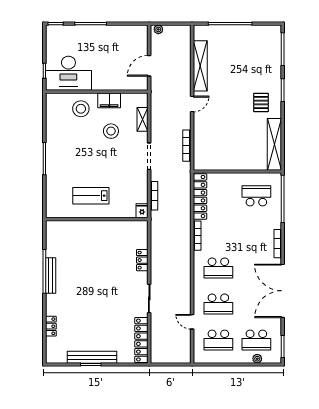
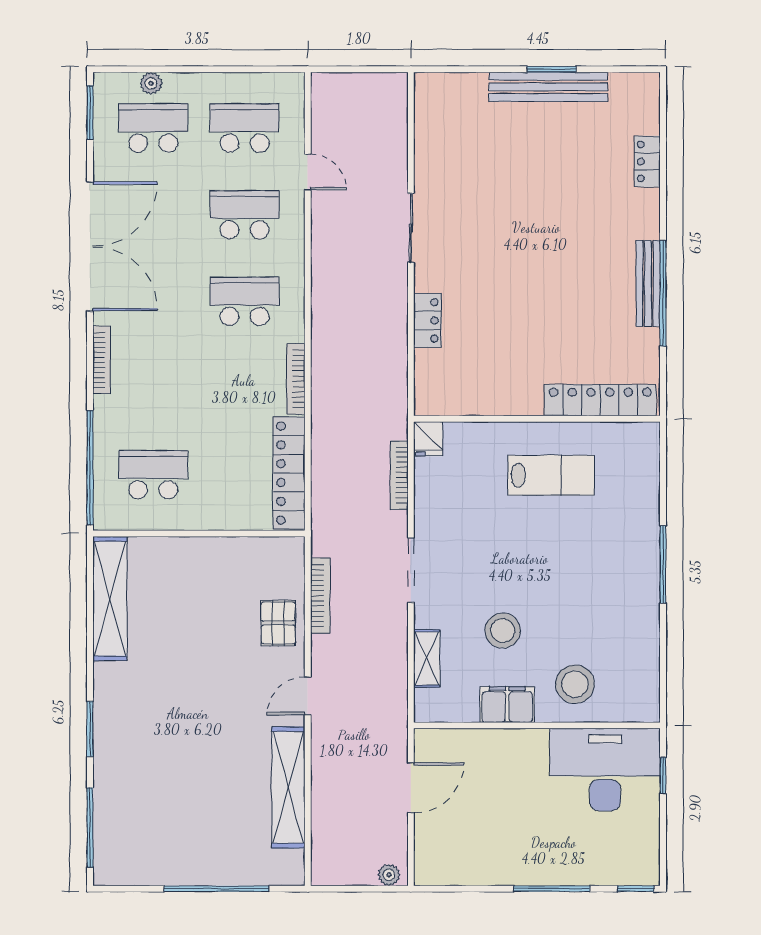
pallet: (261, 103) -> (278, 623), moved
school desk: (256, 196) -> (153, 475), turned 180
locker: (141, 340) -> (600, 400), moved, turned -90

